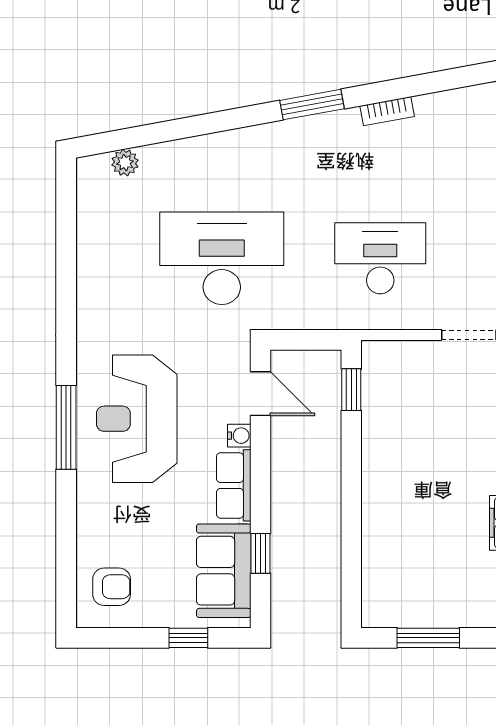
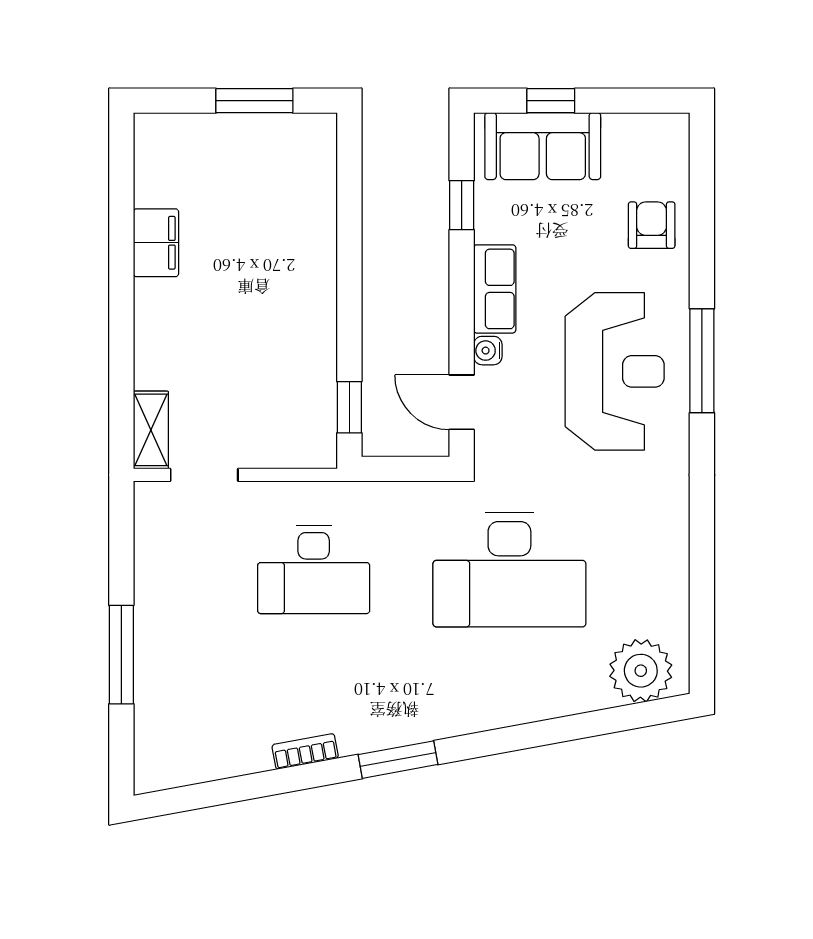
plant: (125, 163) -> (641, 671), width x1.87, depth x1.87
sofa: (224, 571) -> (543, 146), moved, turned 90
armchair: (112, 587) -> (652, 225), moved, turned 90

